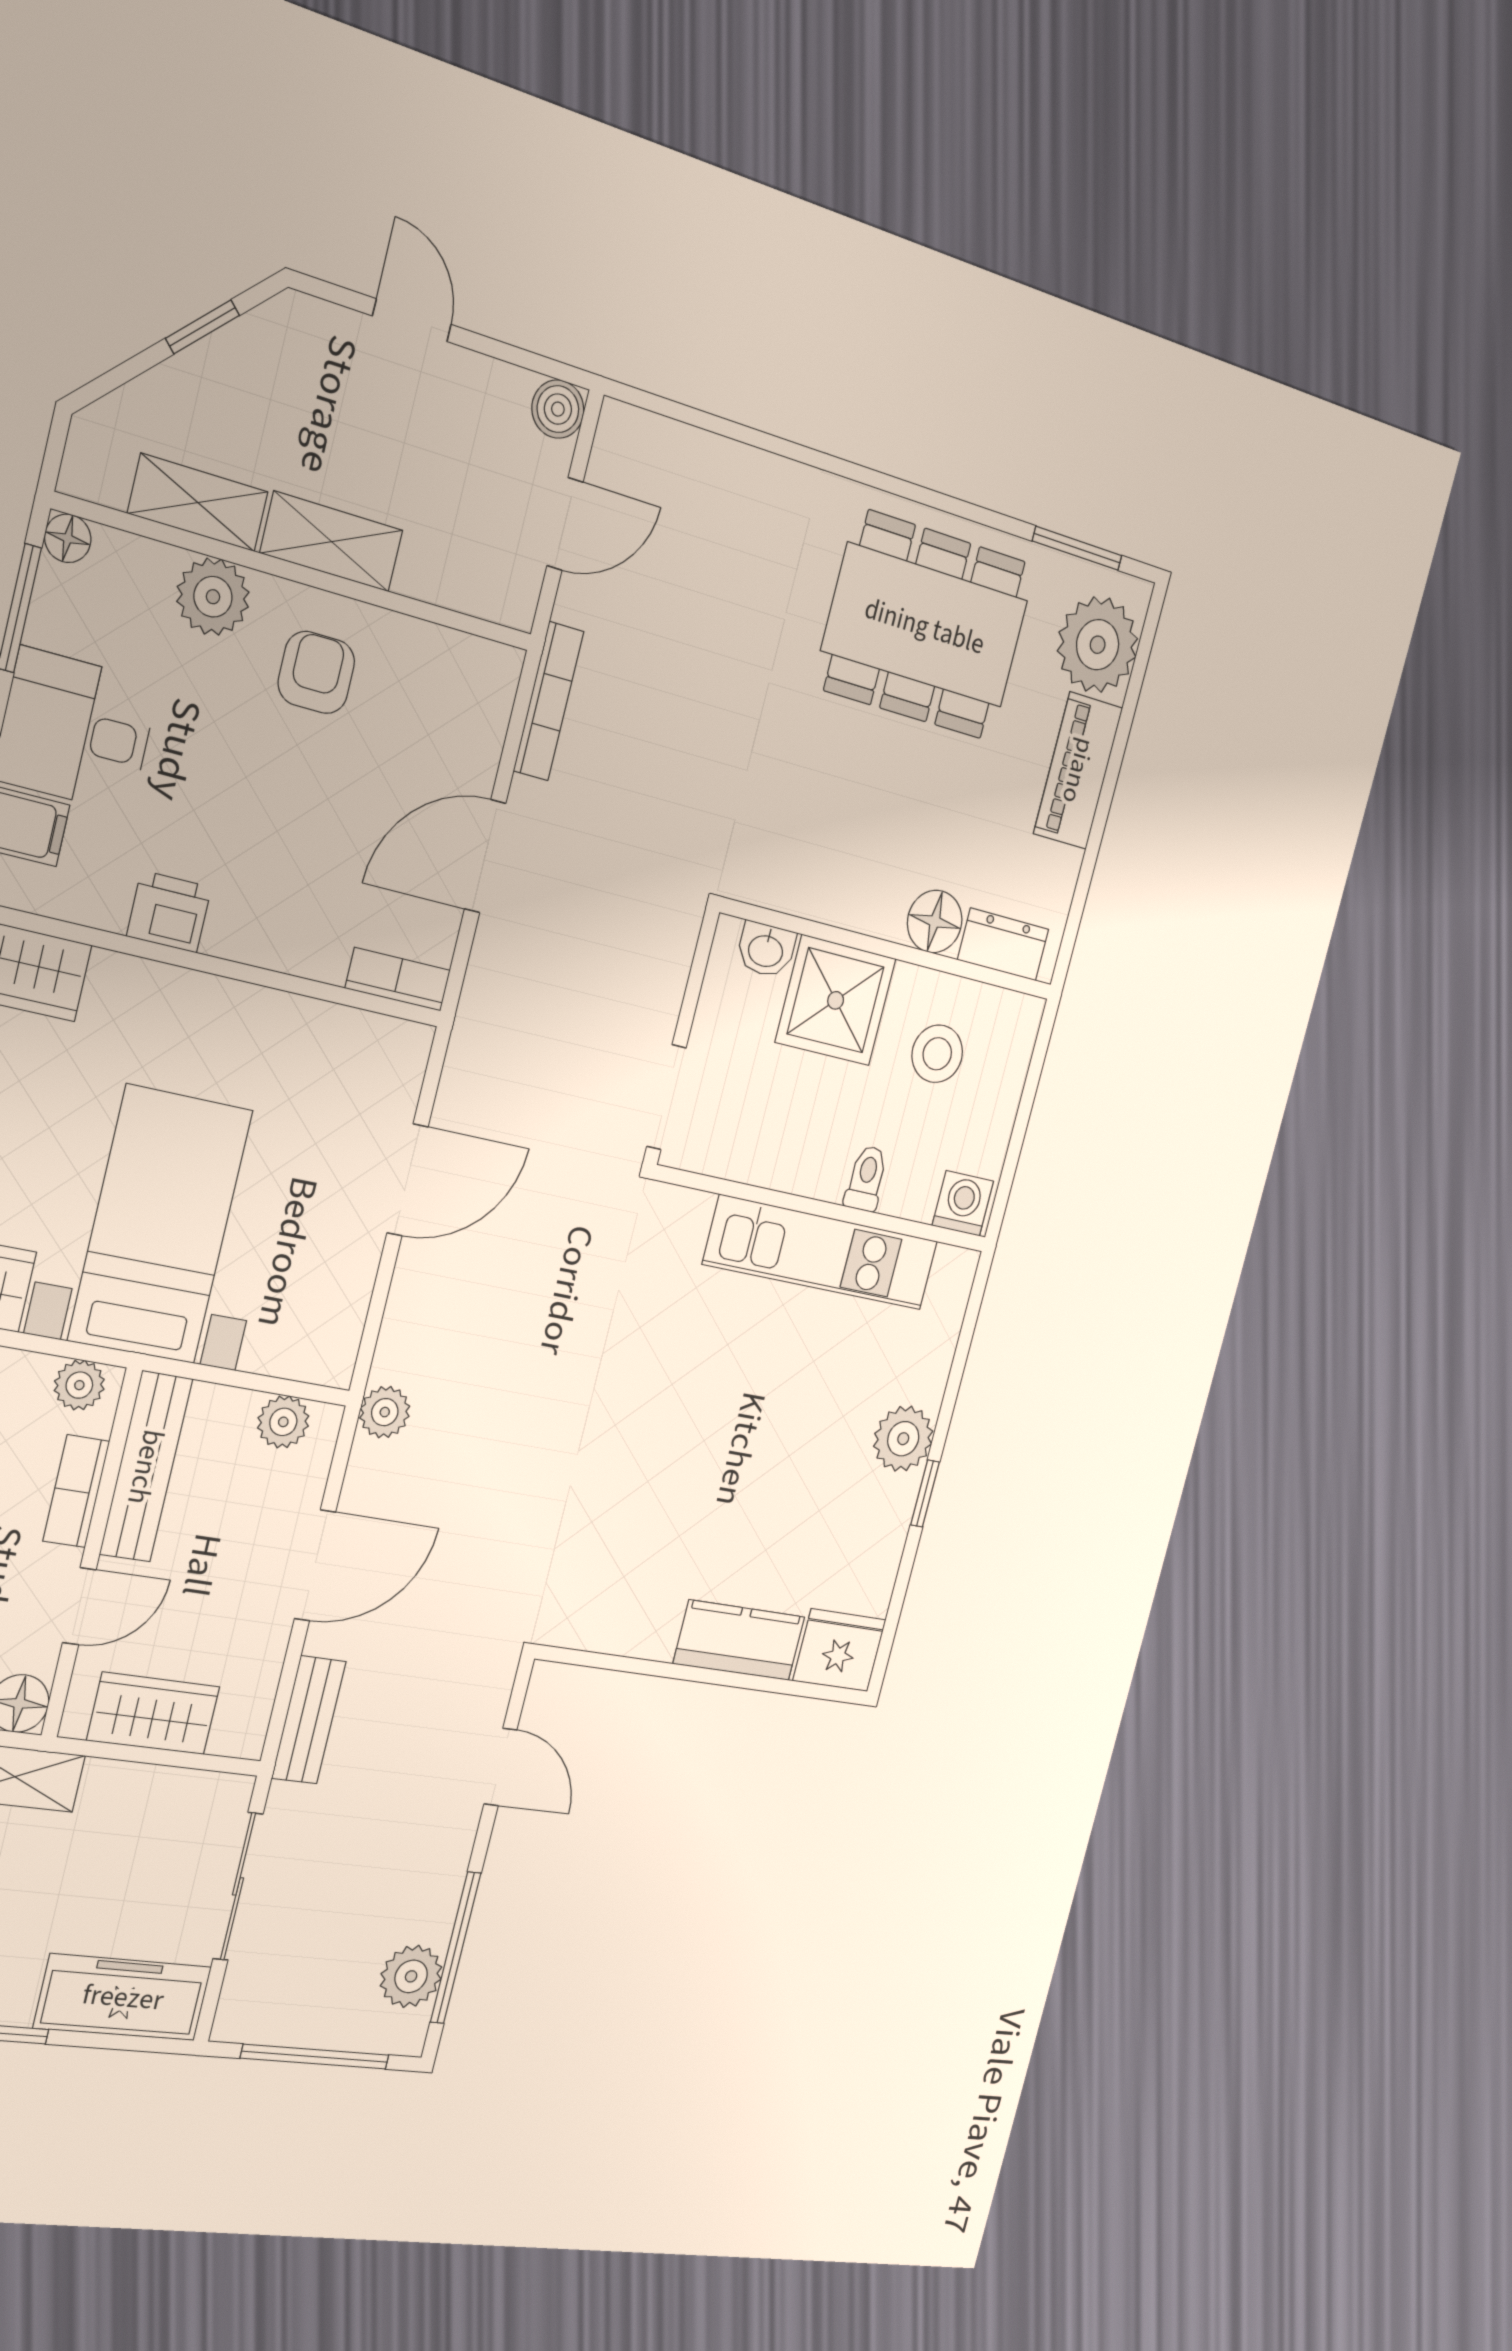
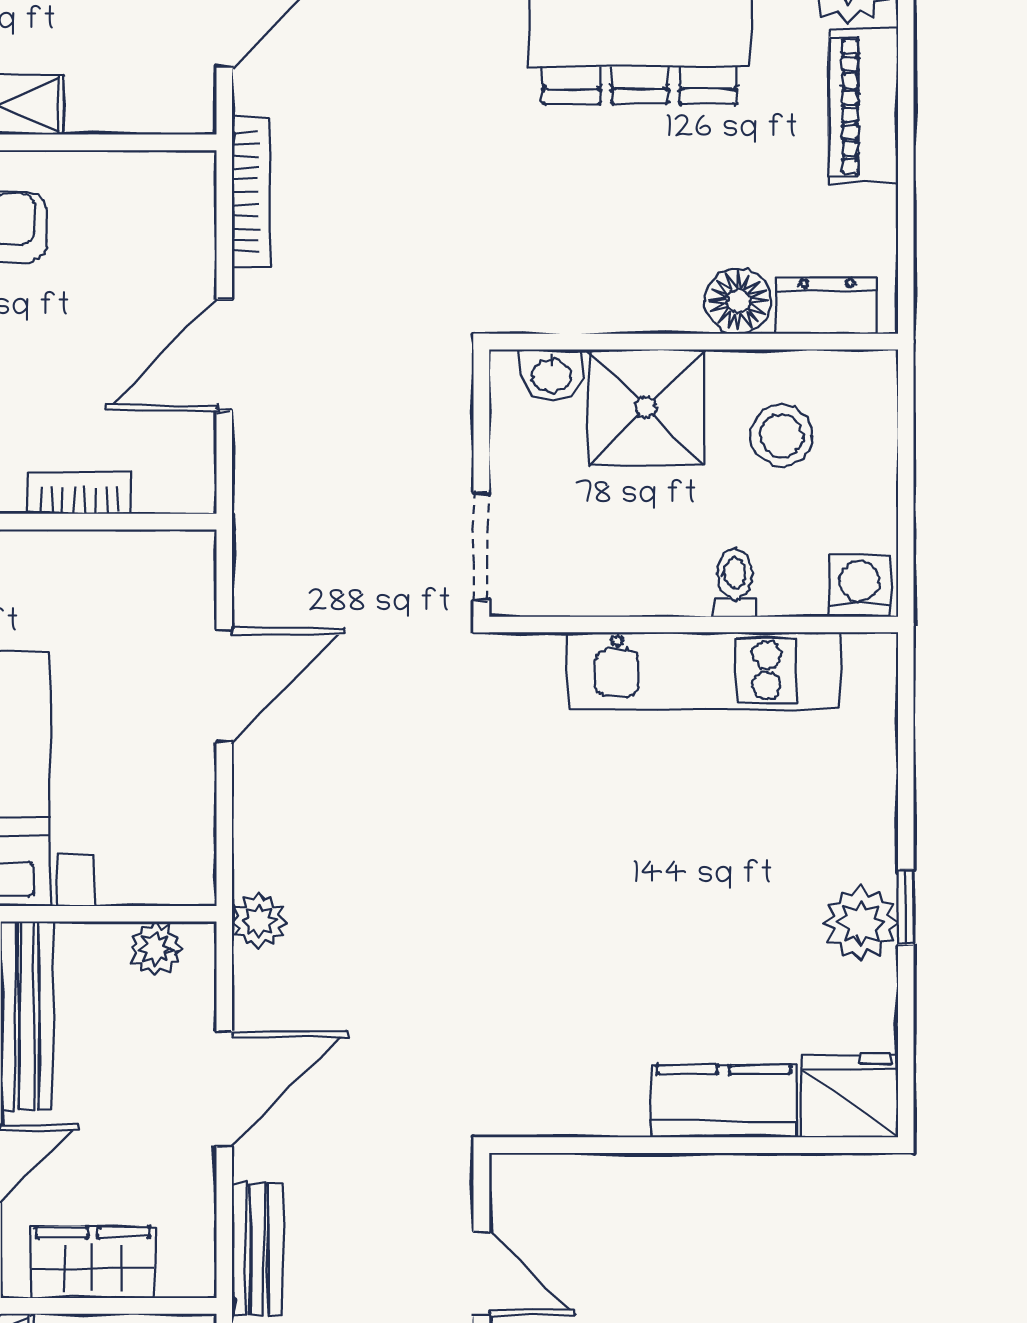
bookcase: (398, 979) -> (79, 493), moved
plant: (903, 1439) -> (861, 923), moved

